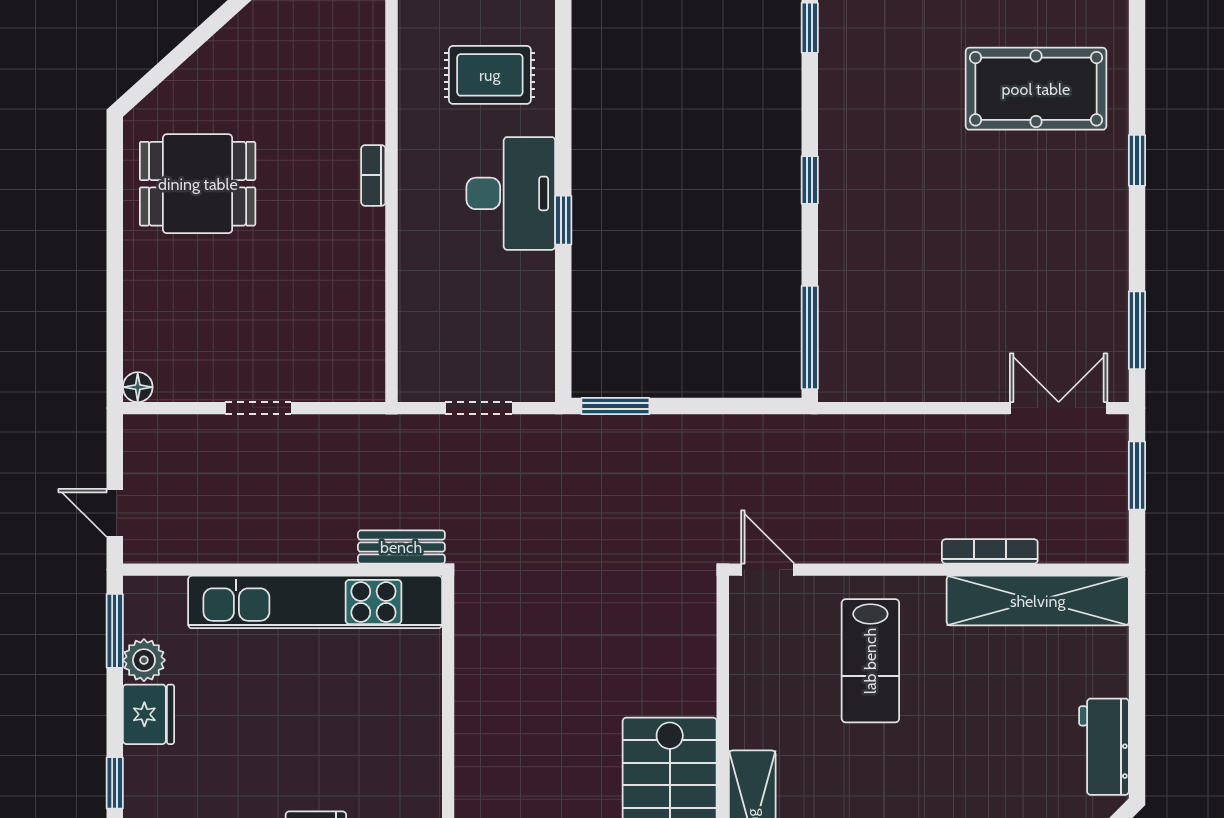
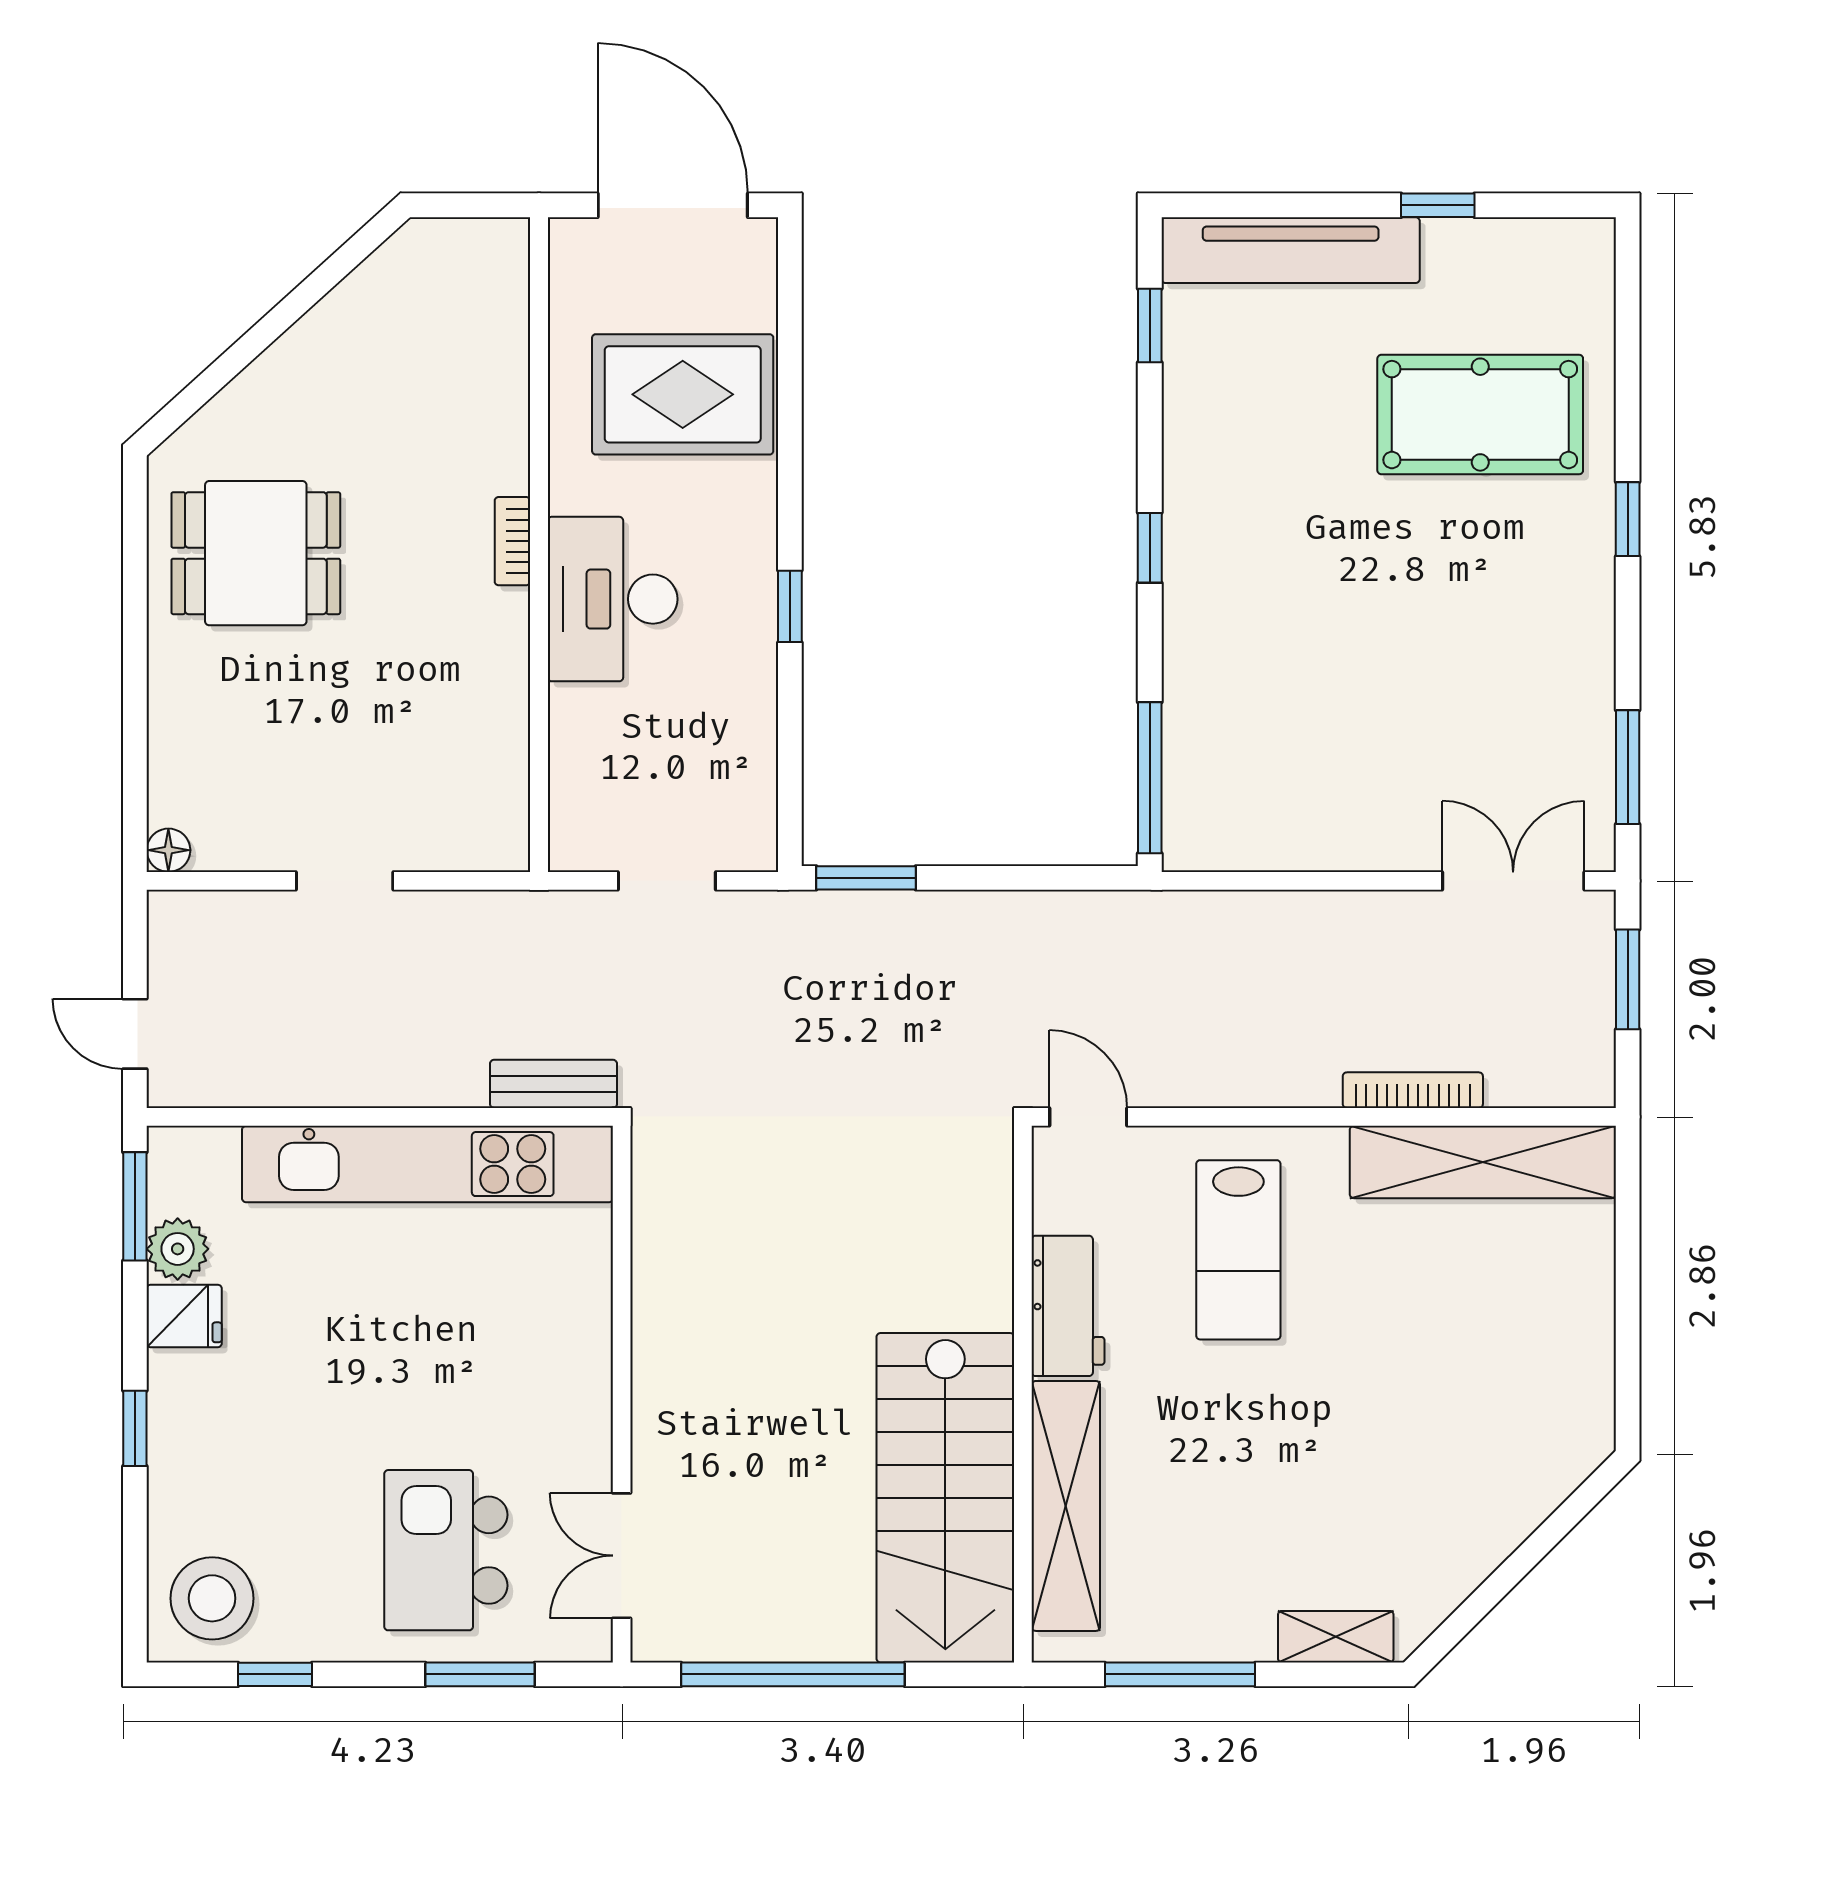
rug: (490, 75) -> (683, 394), width x1.36, depth x1.43
desk: (511, 193) -> (613, 599), moved, turned 180
fridge: (148, 714) -> (184, 1316), width x0.72
workbench: (1104, 747) -> (1068, 1306), moved, turned 180

